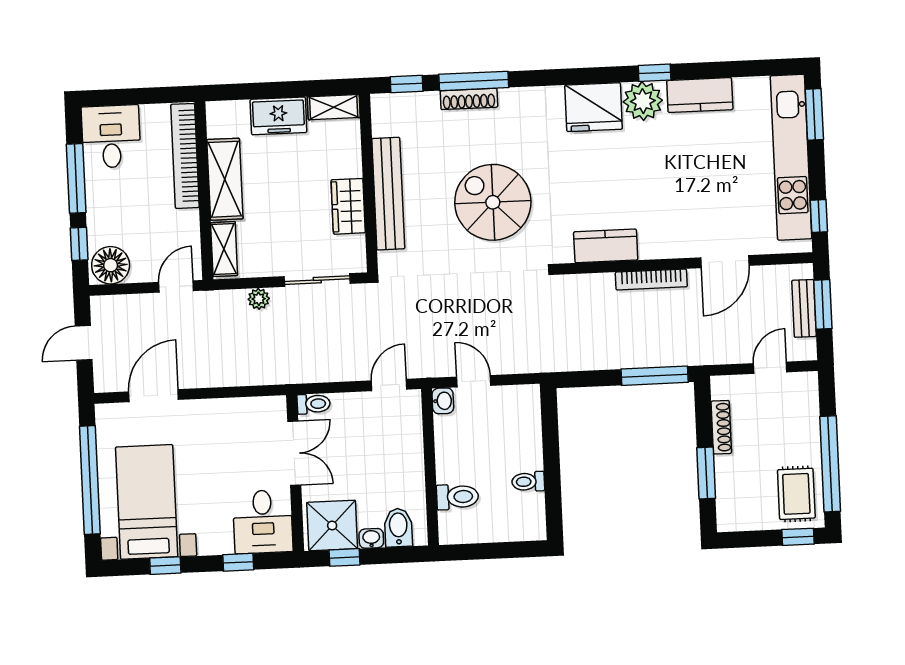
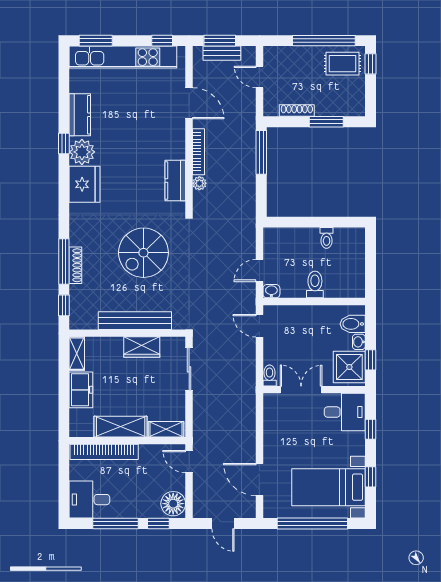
plant: (259, 299) -> (199, 183), moved
toilet: (457, 497) -> (315, 284), moved

